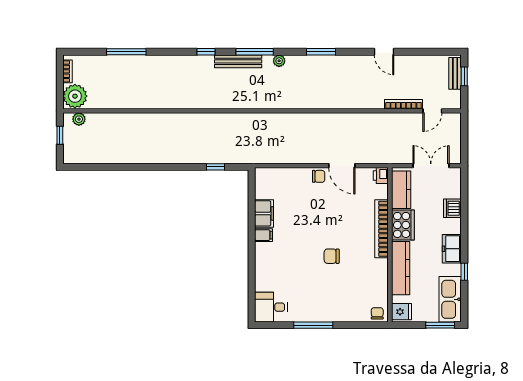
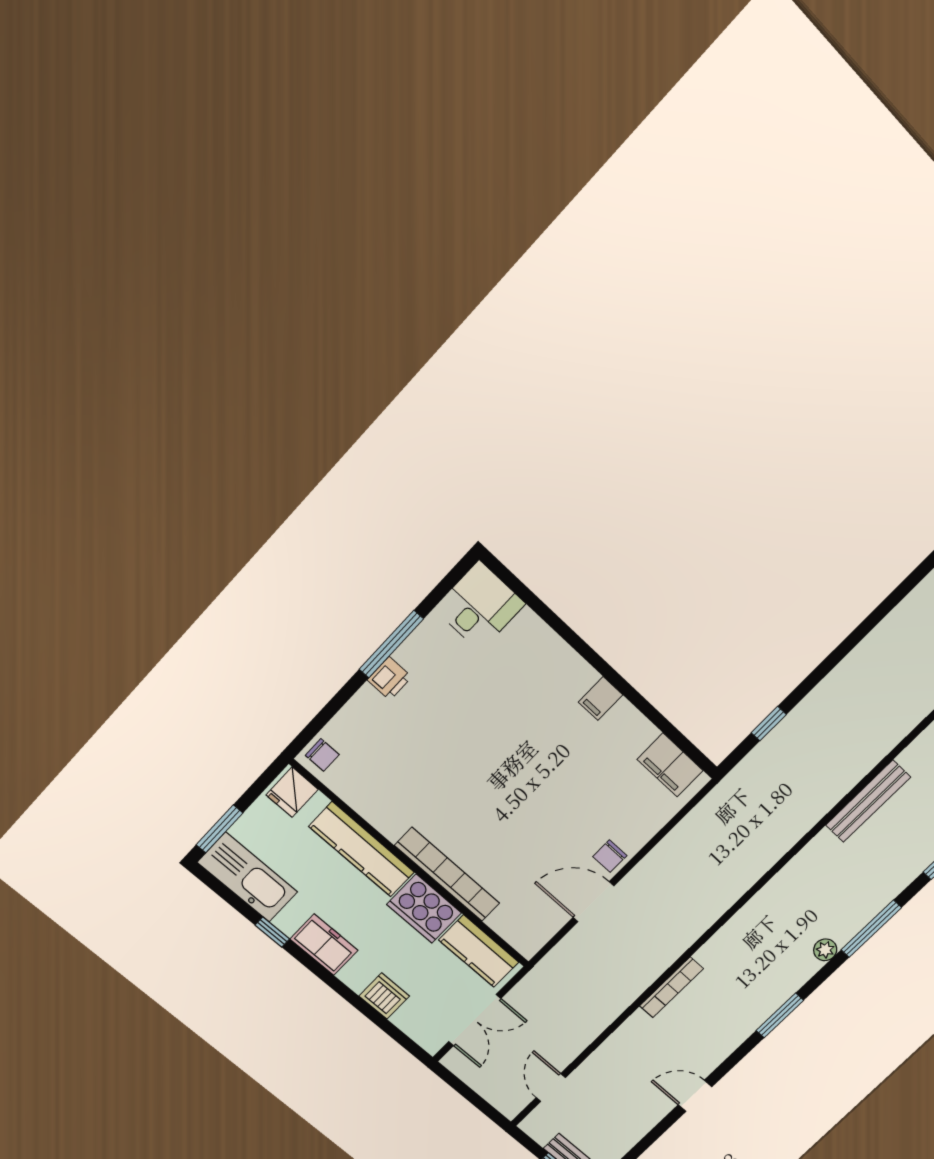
bench: (238, 61) -> (868, 801), moved
bookcase: (403, 104) -> (671, 987), moved
printer: (381, 176) -> (389, 678), moved, turned 90
filing cabinet: (264, 213) -> (670, 765), moved
chair: (332, 256) -> (474, 768), removed

